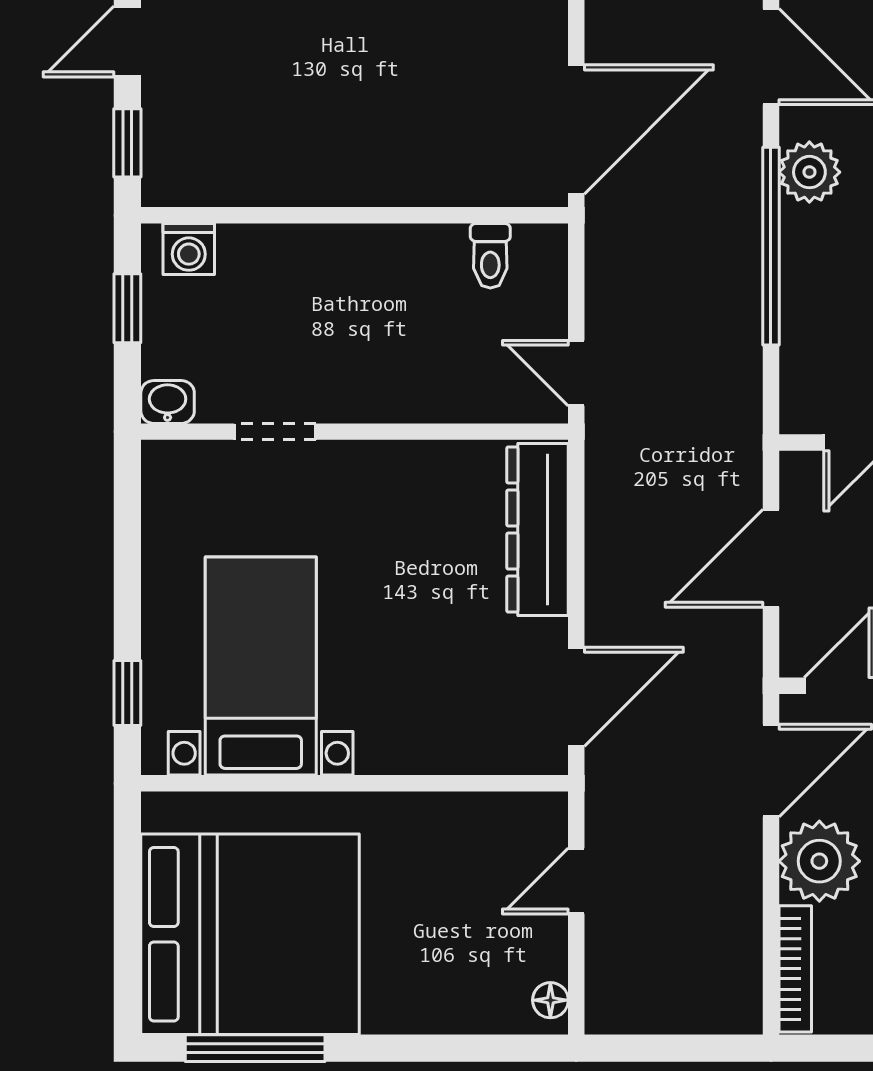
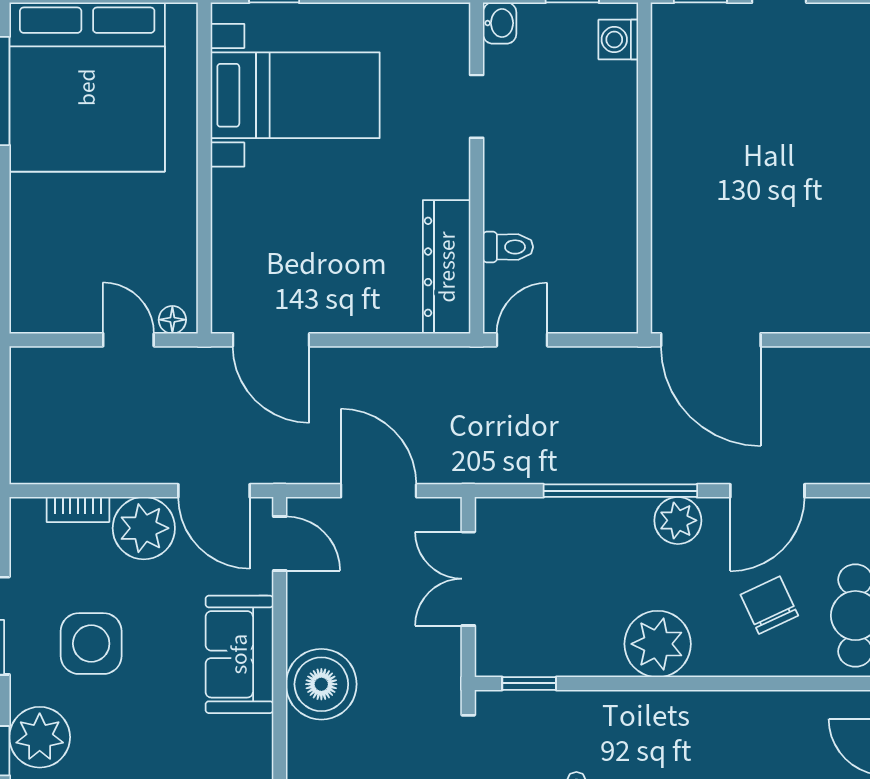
toilet: (490, 256) -> (508, 247), moved, turned 180
dresser: (537, 530) -> (447, 267), moved, turned -90
bookcase: (795, 969) -> (78, 510), width x0.64
floor lamp: (550, 1000) -> (172, 320), moved

